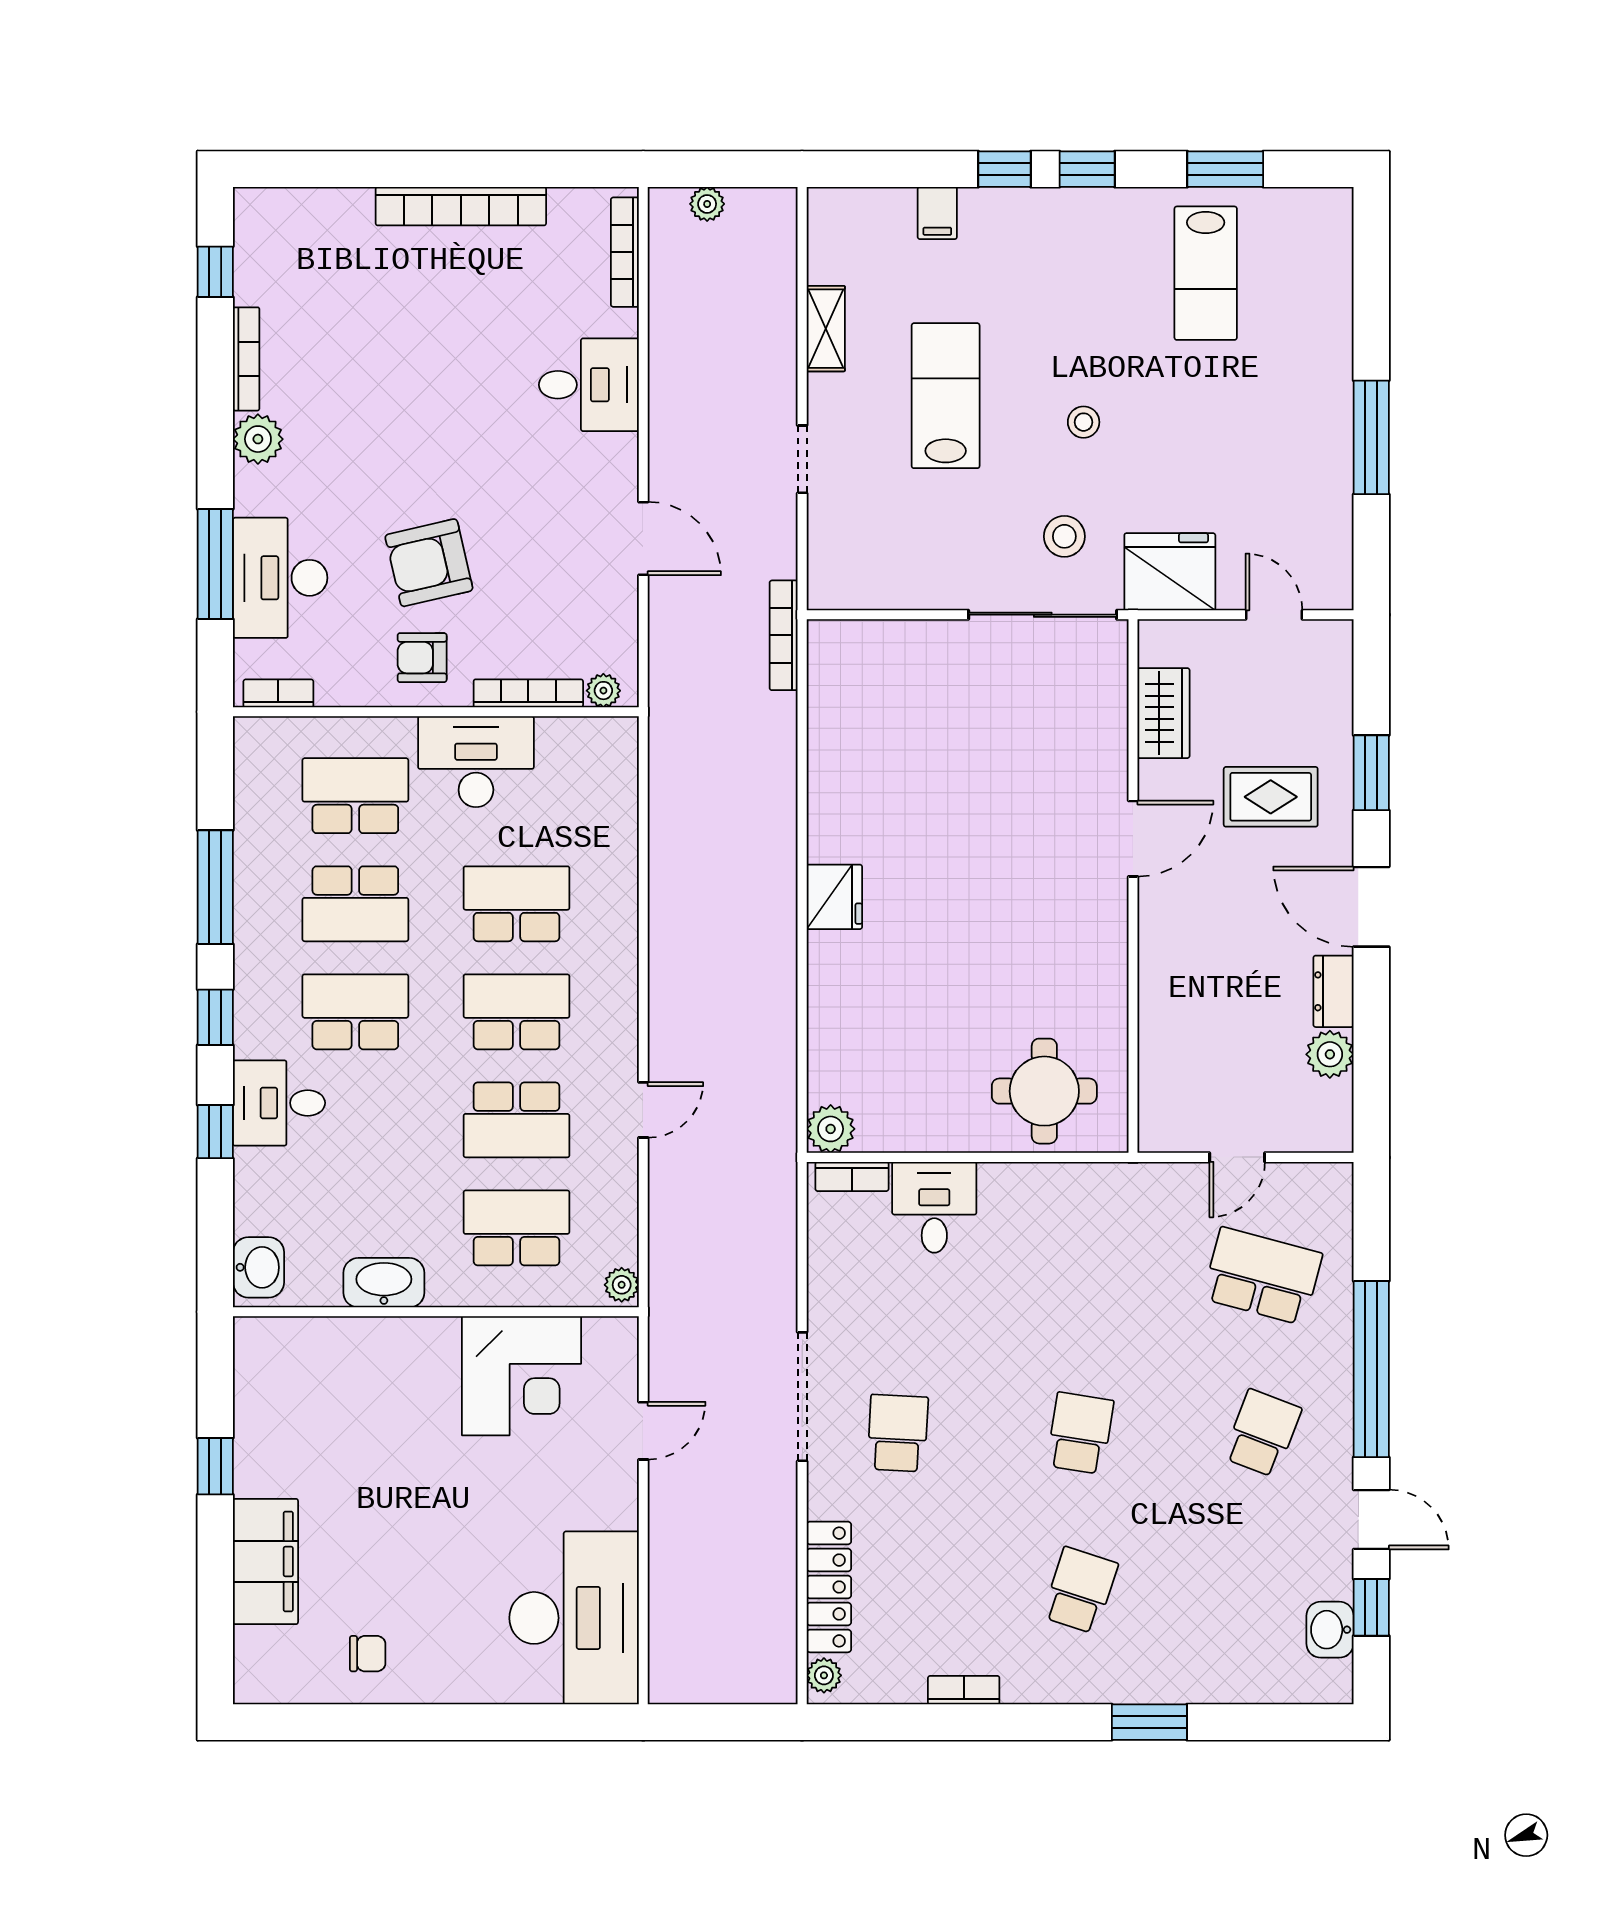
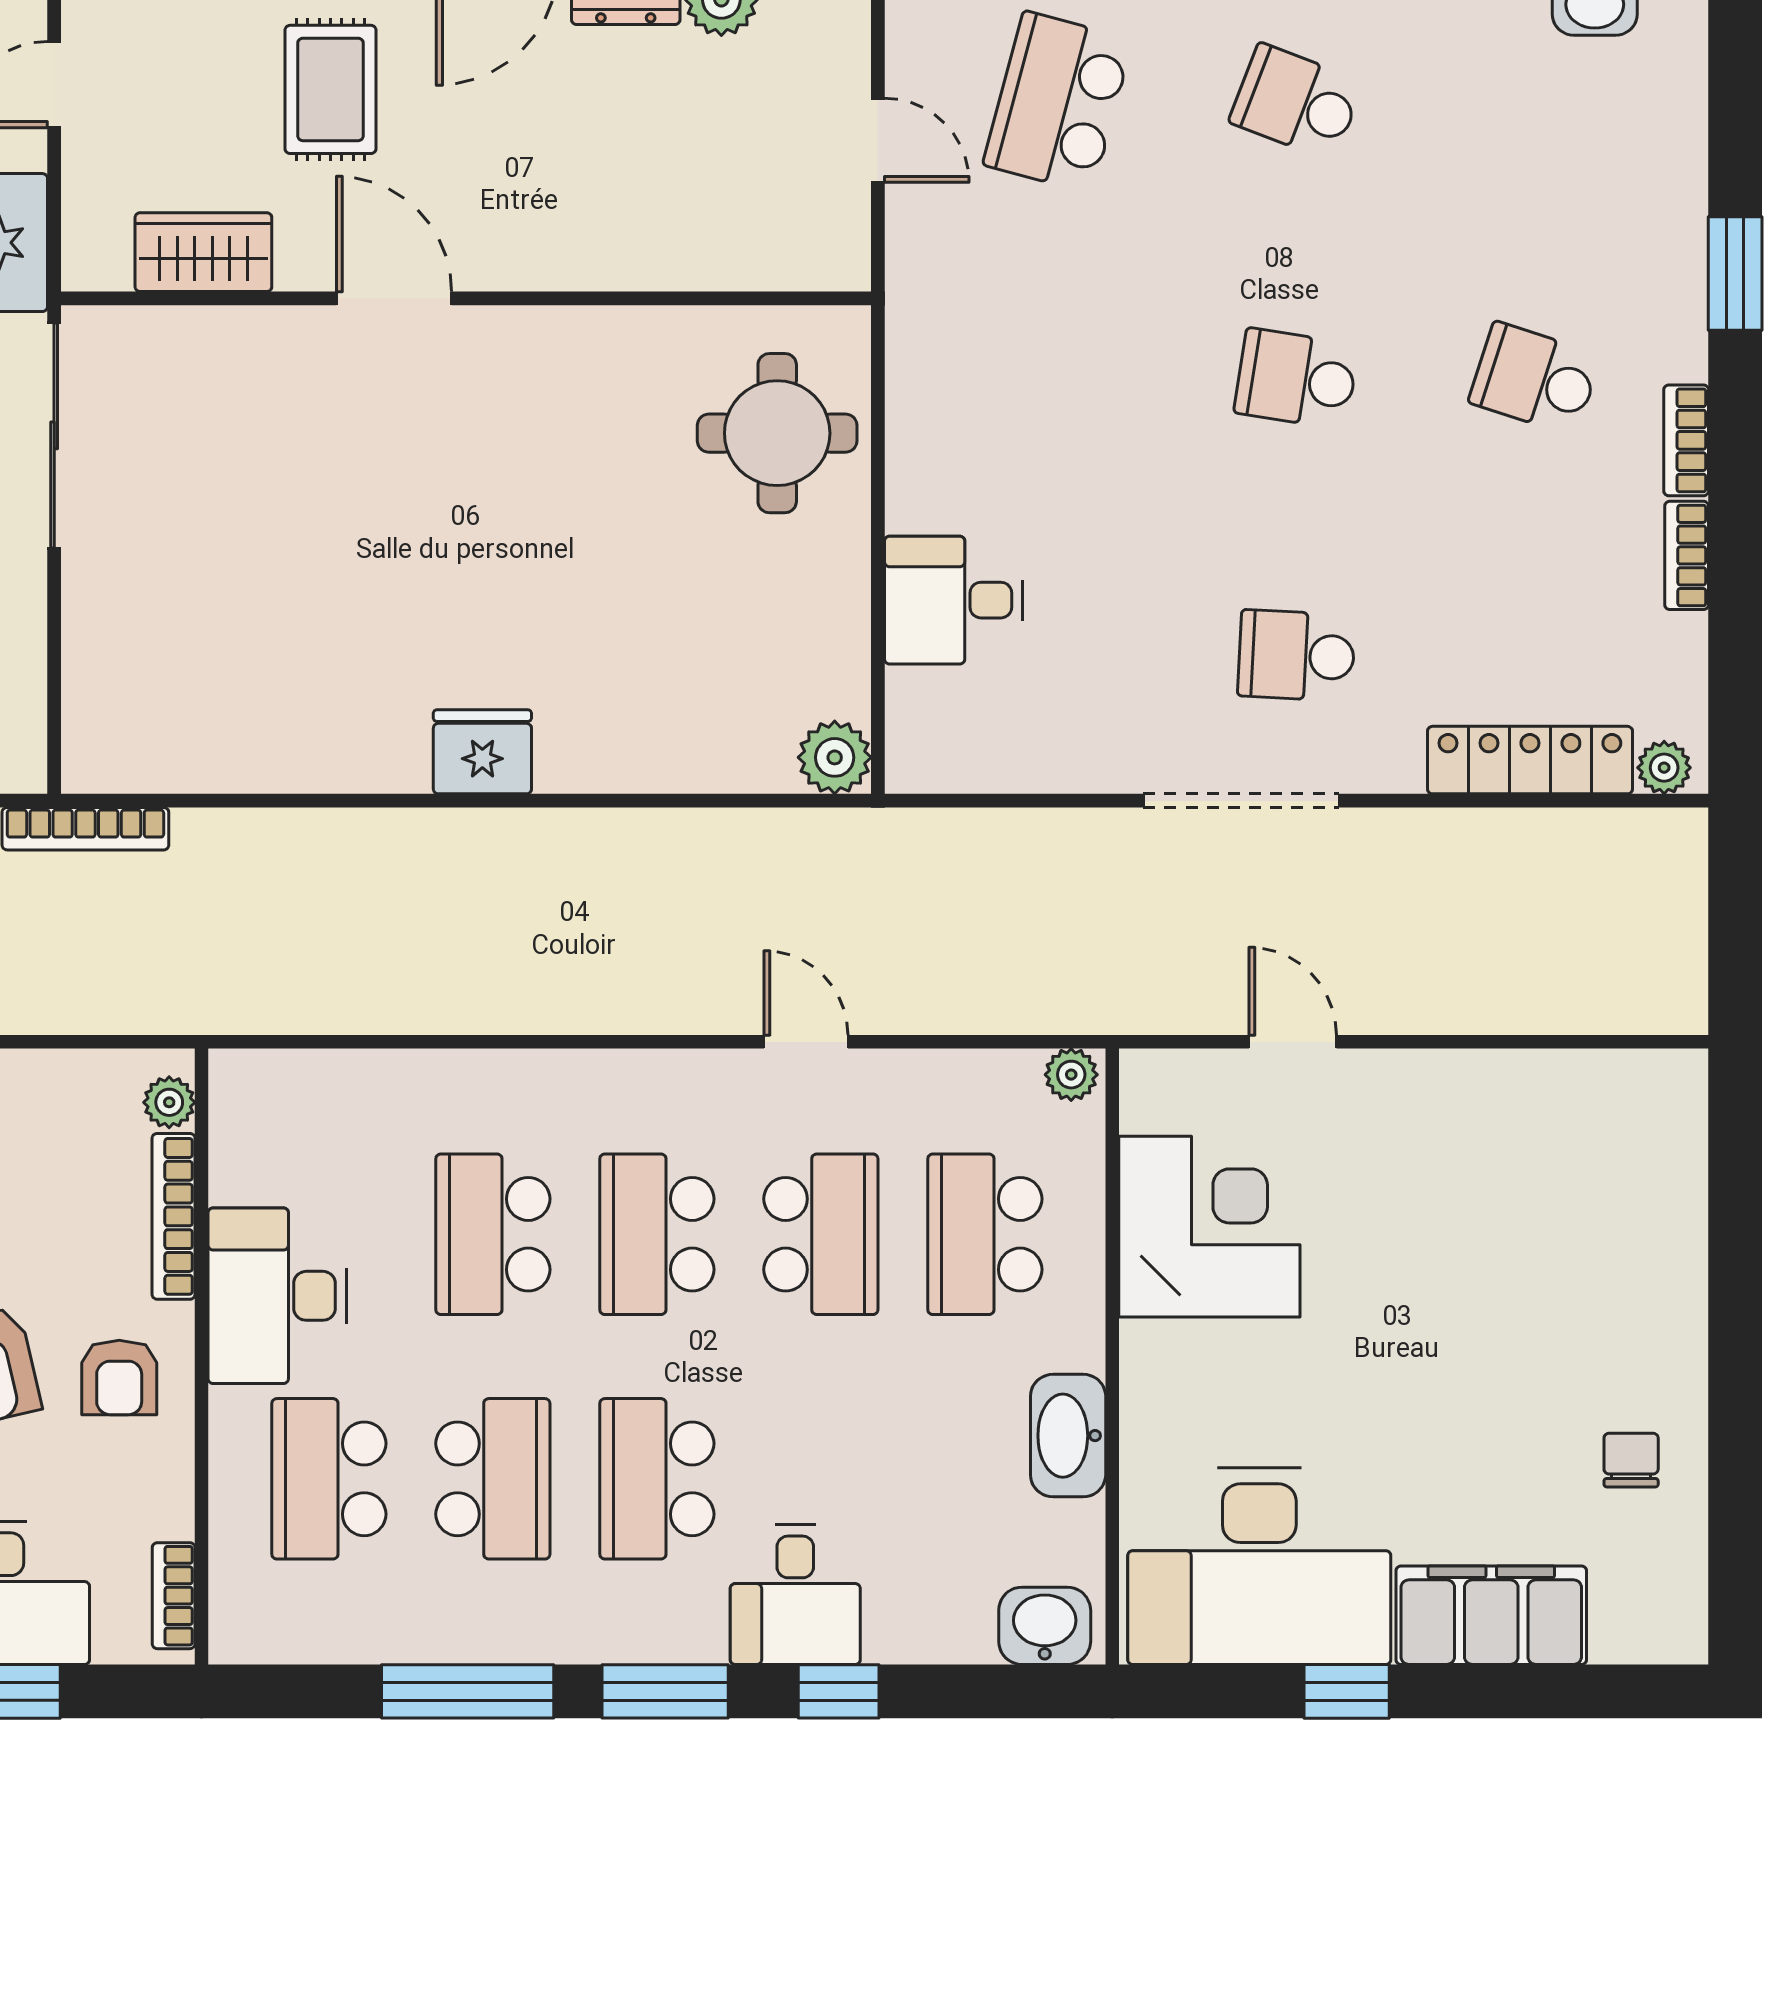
window: (215, 1017) -> (665, 1691), width x1.50
bookcase: (852, 1176) -> (1686, 440), moved, turned 180
desk: (574, 1618) -> (1259, 1566), moved, turned 180

